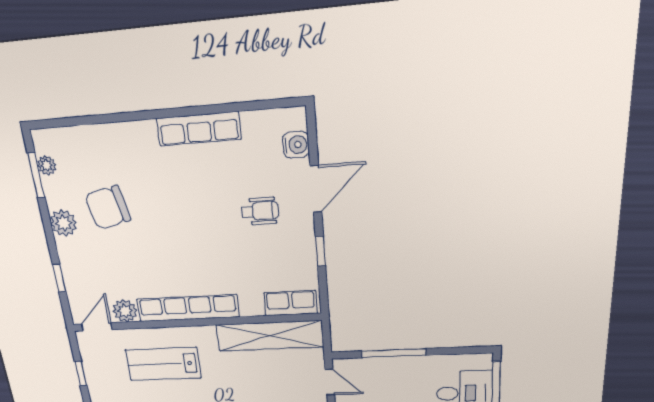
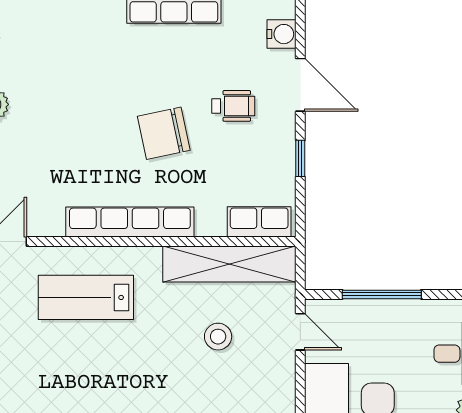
door: (316, 189) -> (300, 85), hinge flipped
chair: (108, 208) -> (164, 133), moved
plant: (125, 311) -> (48, 222), removed
stool: (267, 387) -> (218, 337), added

